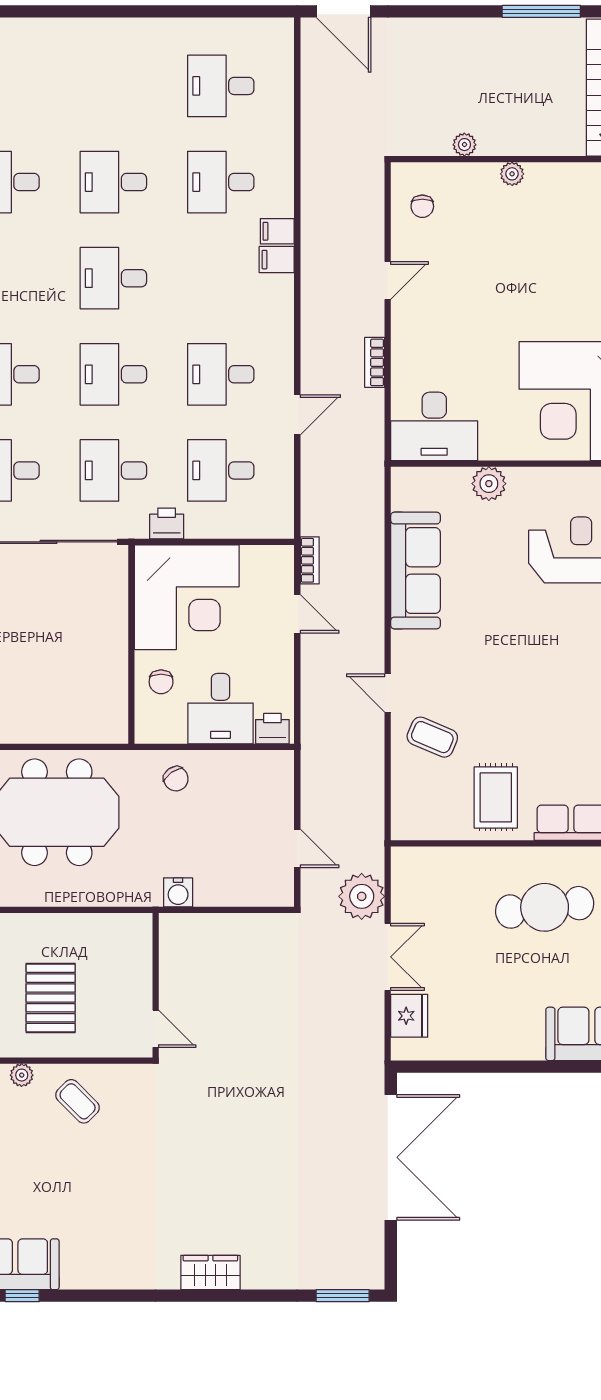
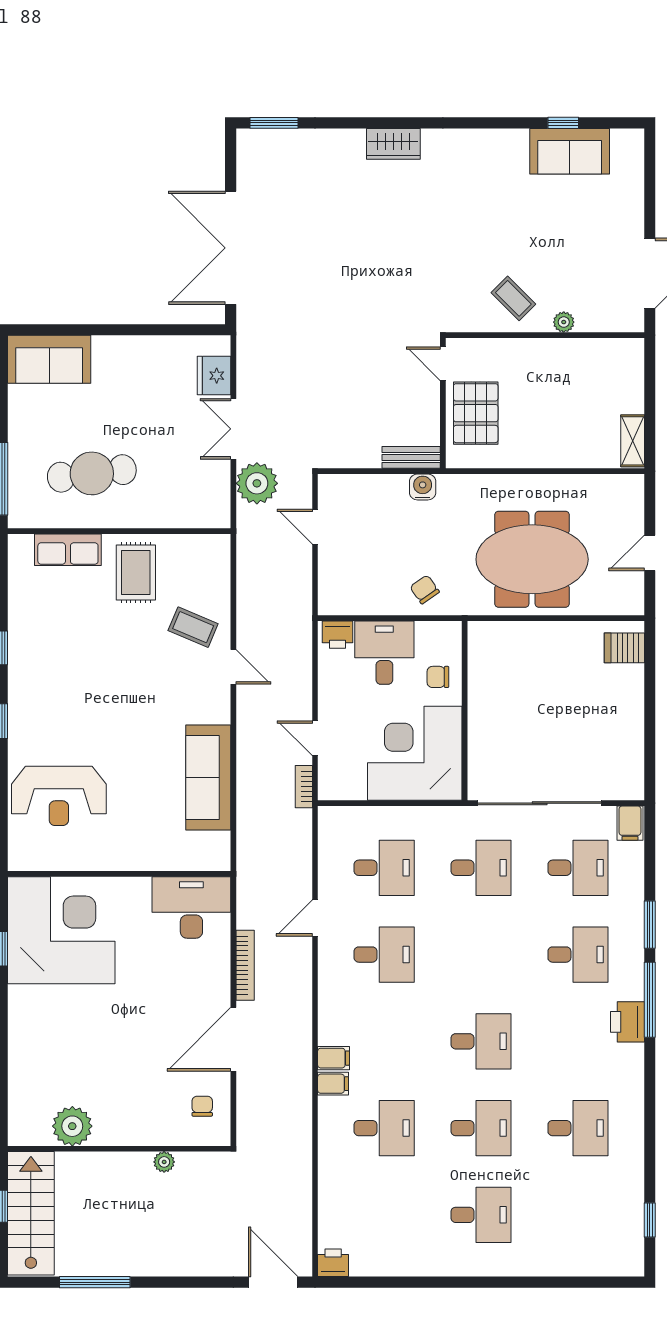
desk: (221, 86) -> (481, 1215), moved
plant: (512, 174) -> (72, 1126), moved, width x1.88, depth x1.88
door: (388, 280) -> (233, 1039), width x1.87
bookcase: (375, 362) -> (245, 965), width x1.56
desk: (113, 374) -> (481, 955), removed
plant: (489, 484) -> (142, 856), removed
printer: (167, 524) -> (333, 1263), moved, turned 180
chair: (161, 682) -> (438, 677), turned -90
bench: (191, 925) -> (411, 457), added
pallet: (51, 998) -> (476, 413), moved

